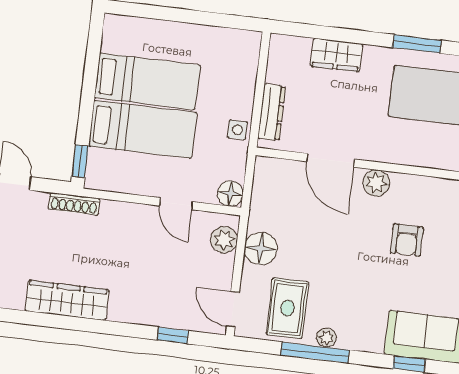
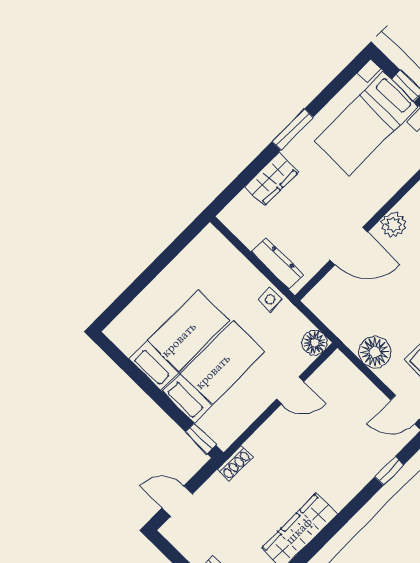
window: (417, 44) -> (293, 129), moved
shoe rack: (74, 204) -> (235, 463), width x0.70
plant: (224, 240) -> (346, 375), removed

